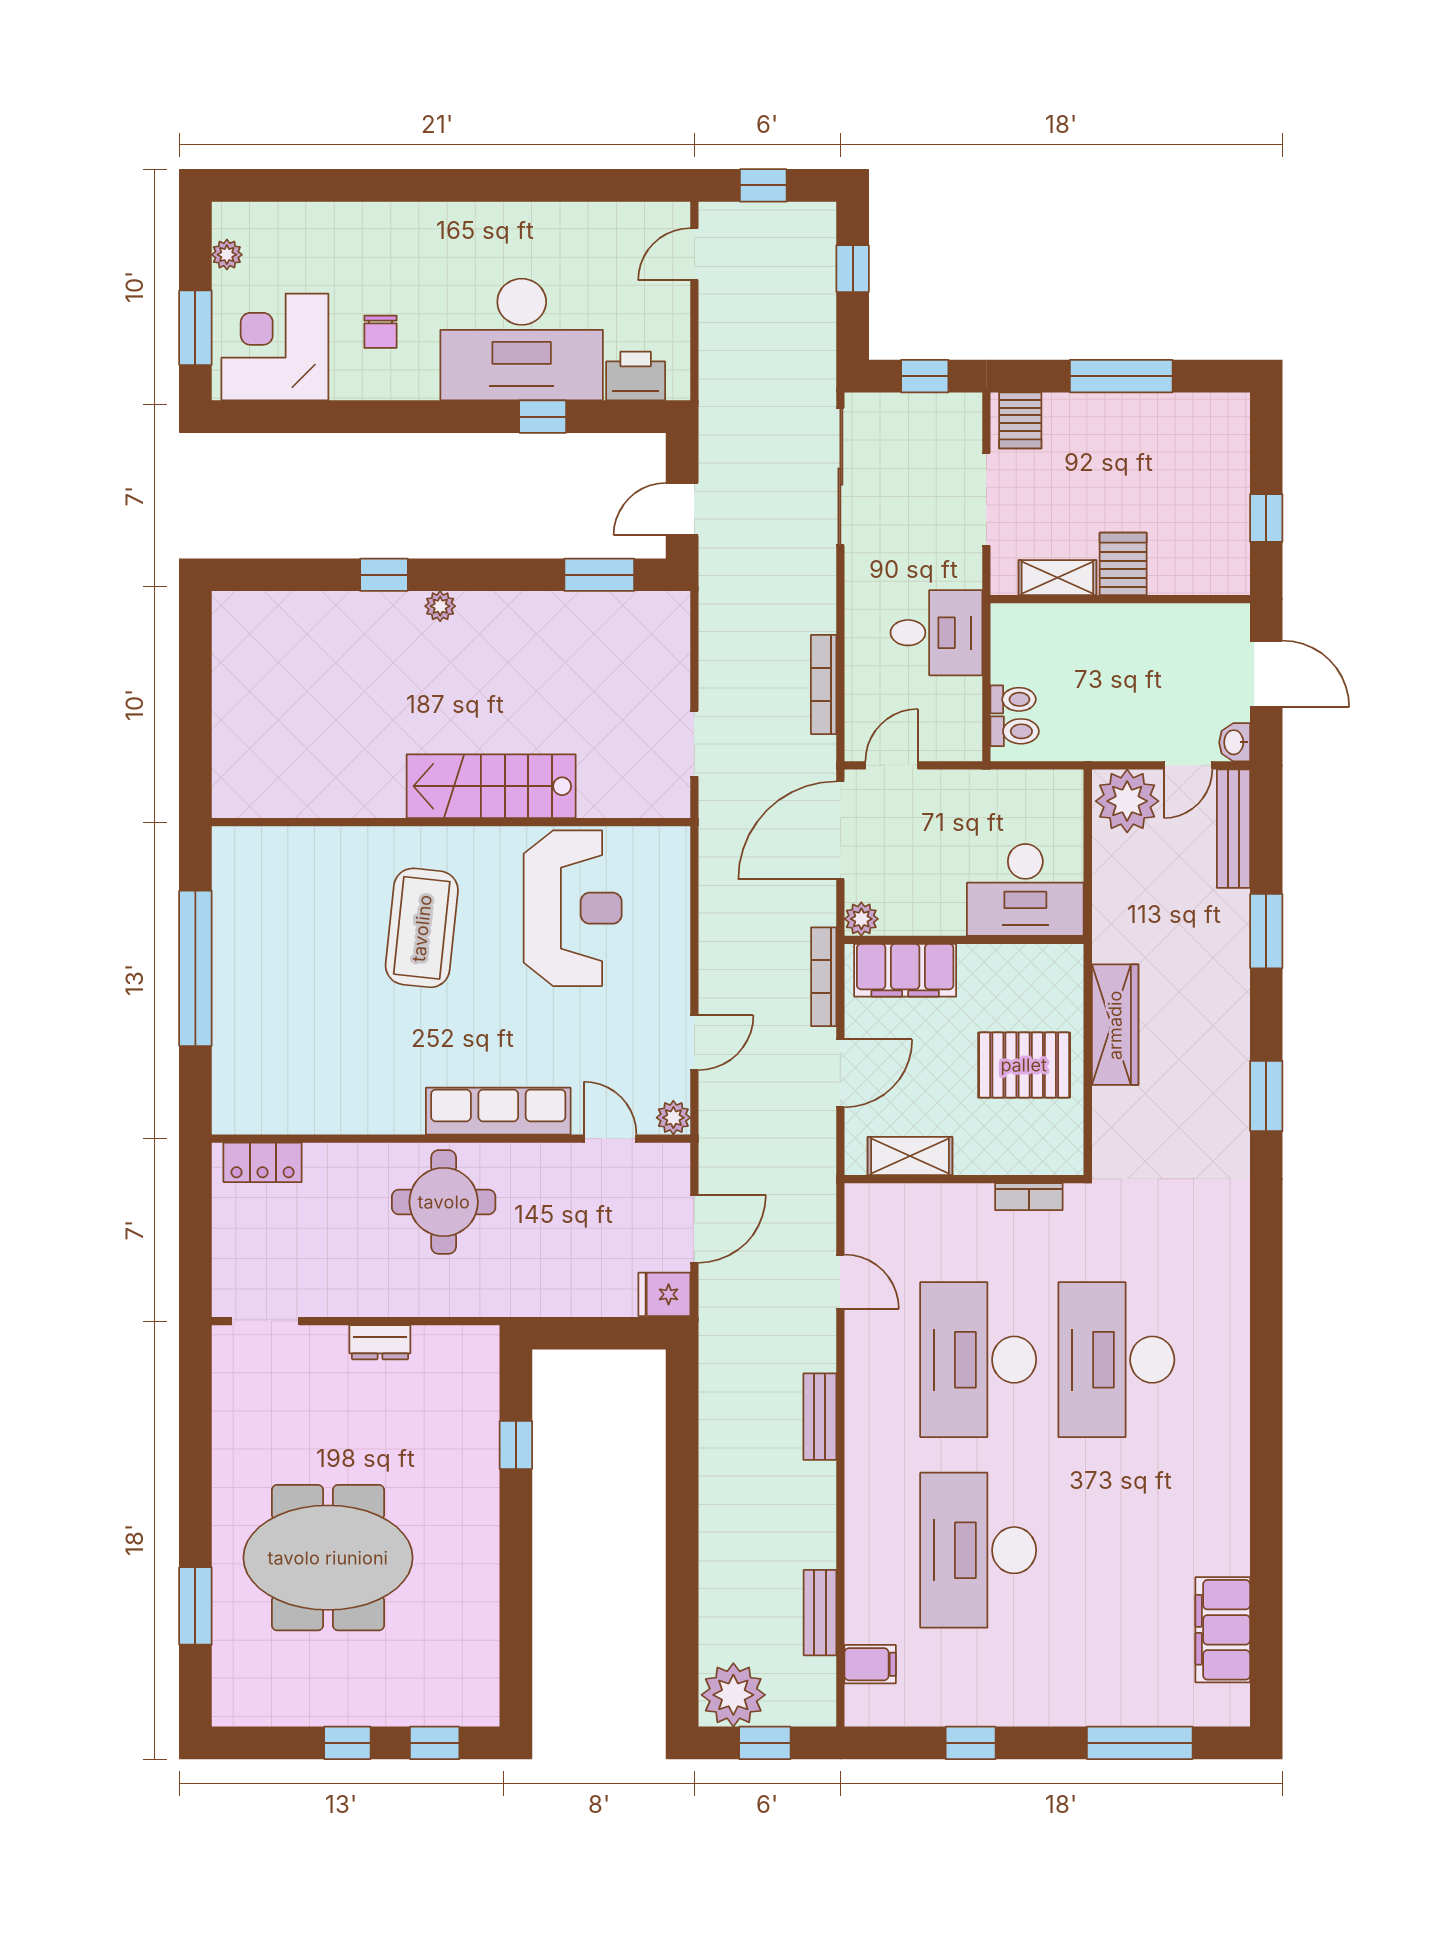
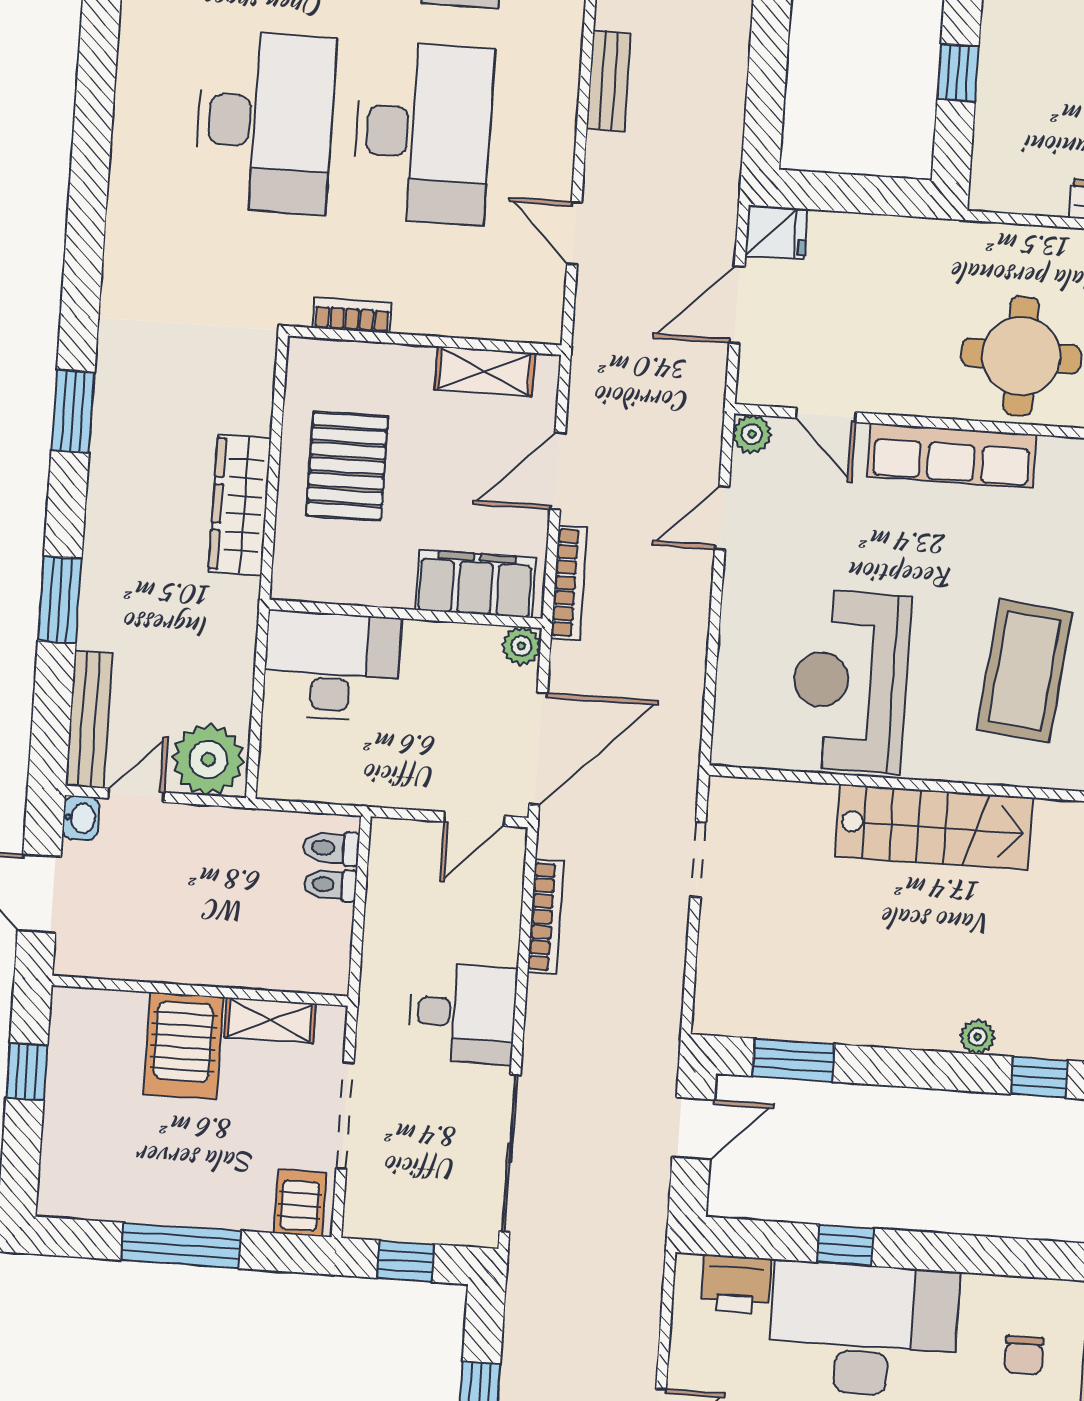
chair: (380, 332) -> (1024, 1355), turned 180
server rack: (1123, 564) -> (183, 1046), width x1.36, depth x1.44
desk: (936, 633) -> (462, 1013), moved, turned 180
pallet: (1024, 1065) -> (347, 466), turned 90

